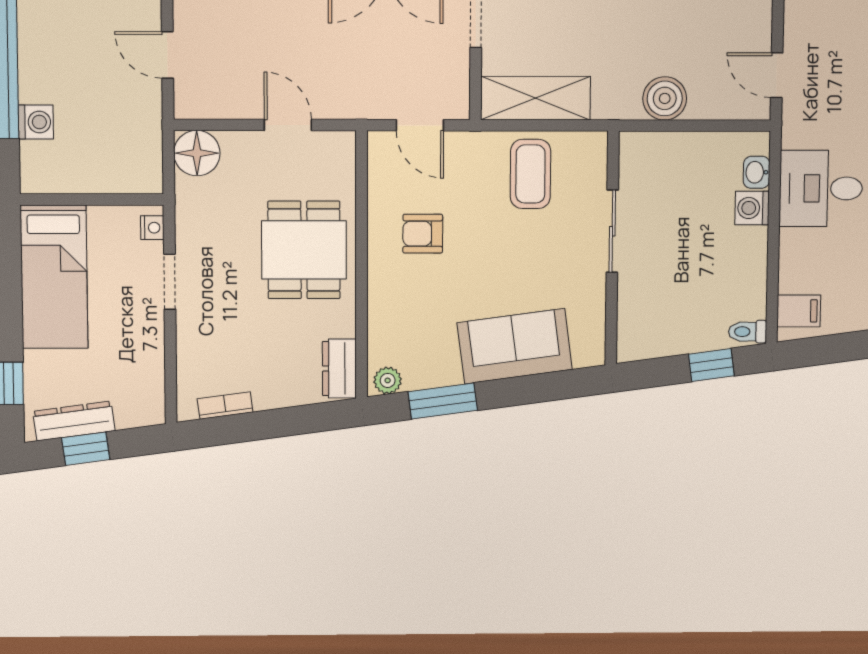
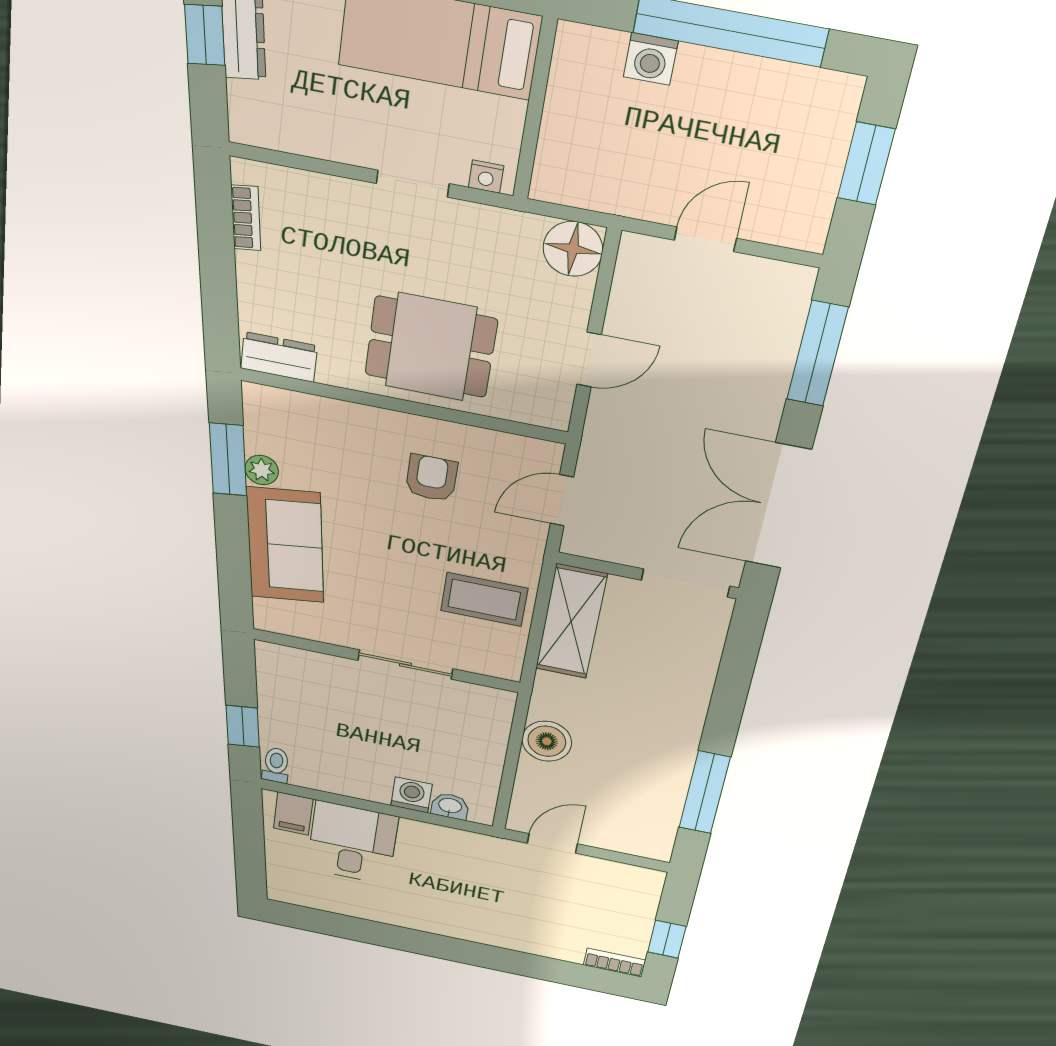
desk: (821, 188) -> (352, 843), moved
plant: (388, 380) -> (262, 470), moved

